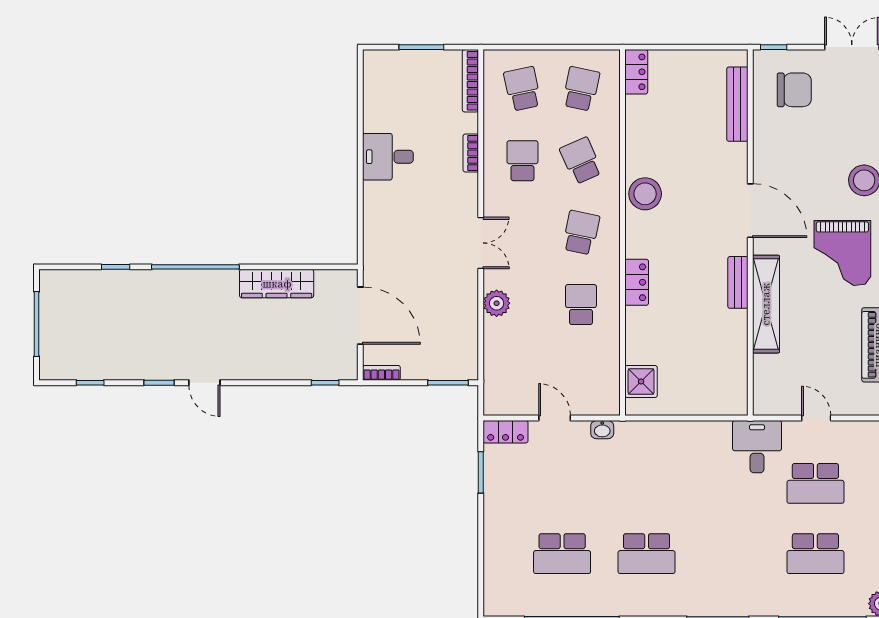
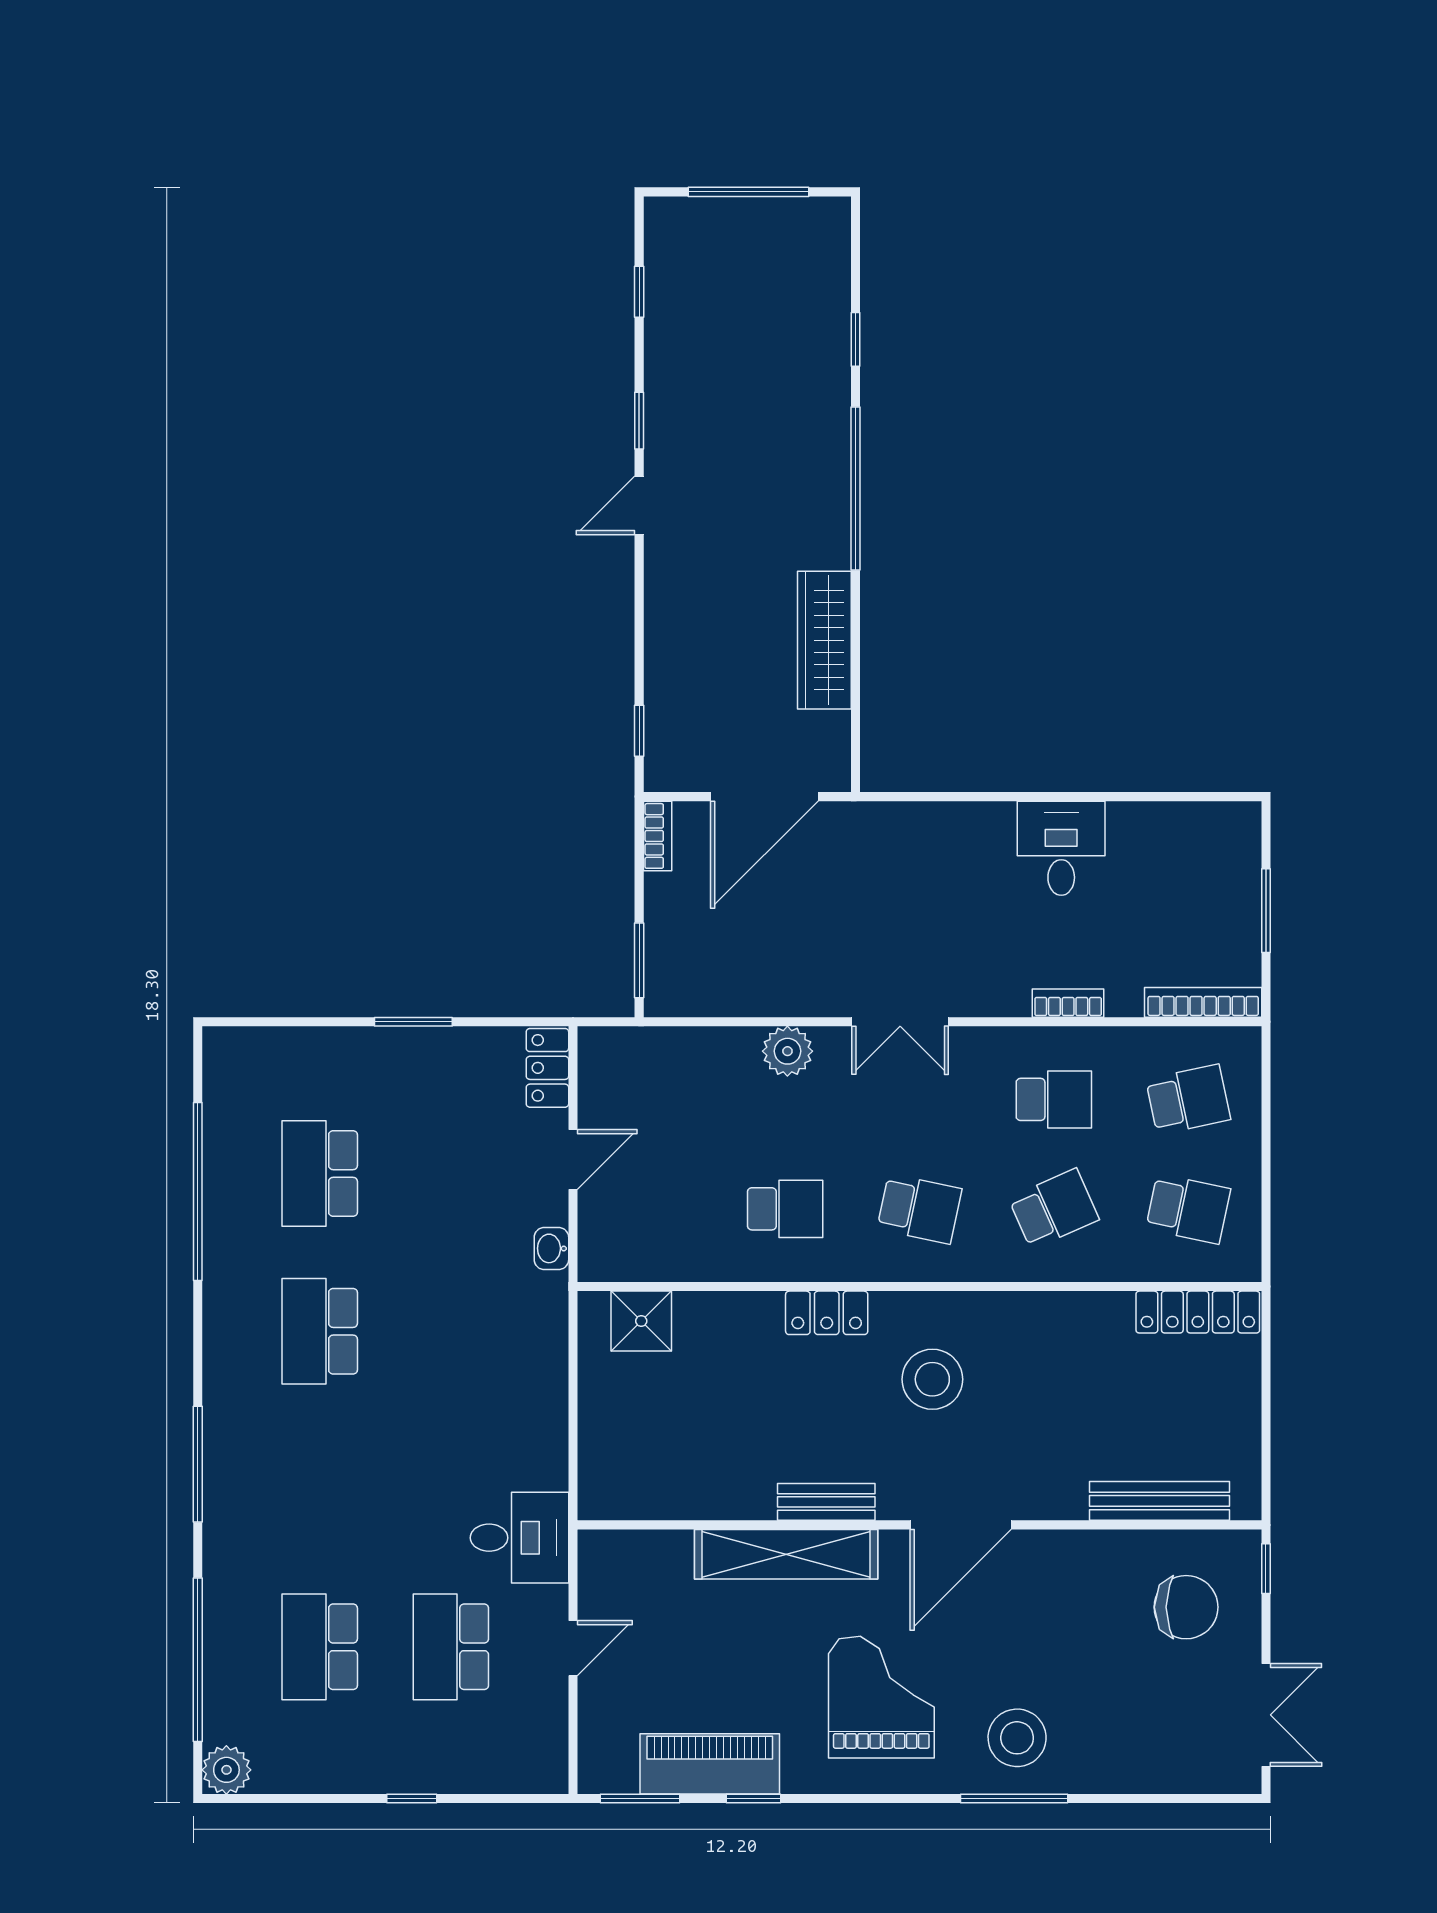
locker: (636, 72) -> (1198, 1312), width x1.53
chair: (794, 90) -> (1186, 1607), turned -90
stool: (645, 194) -> (932, 1379), moved
grand piano: (842, 253) -> (881, 1697), turned 90
window: (481, 472) -> (413, 1022), moved

